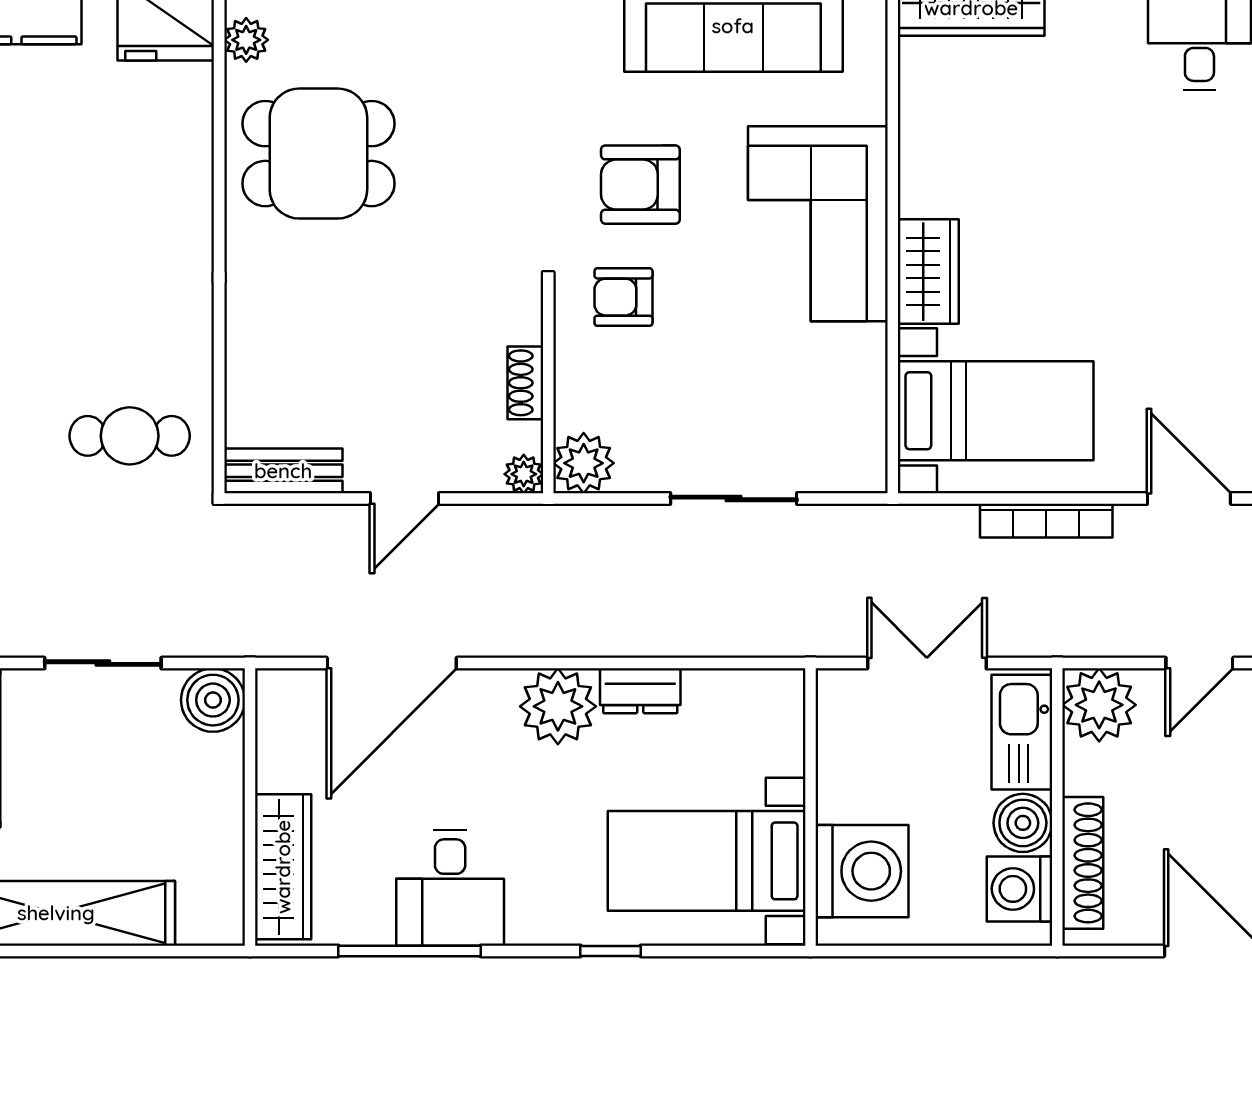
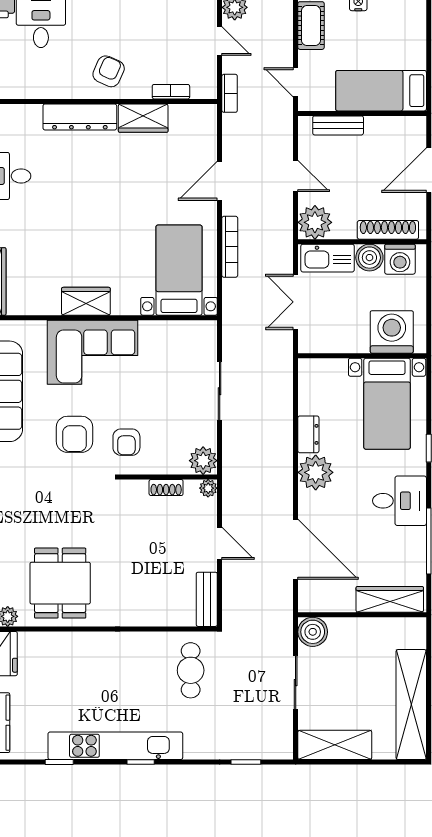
wardrobe: (928, 272) -> (86, 301), moved
desk: (450, 888) -> (399, 501), moved

